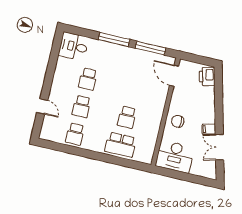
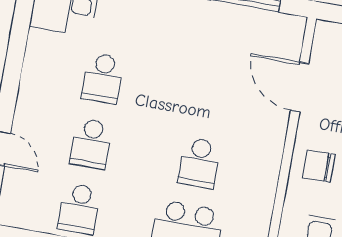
door: (174, 76) -> (300, 87), moved

